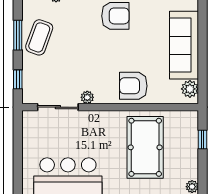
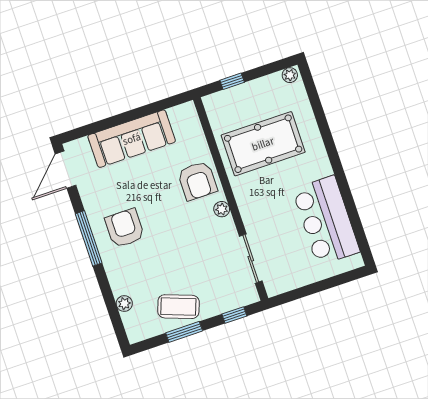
plant: (190, 89) -> (179, 115), removed
plant: (87, 97) -> (222, 209), moved

